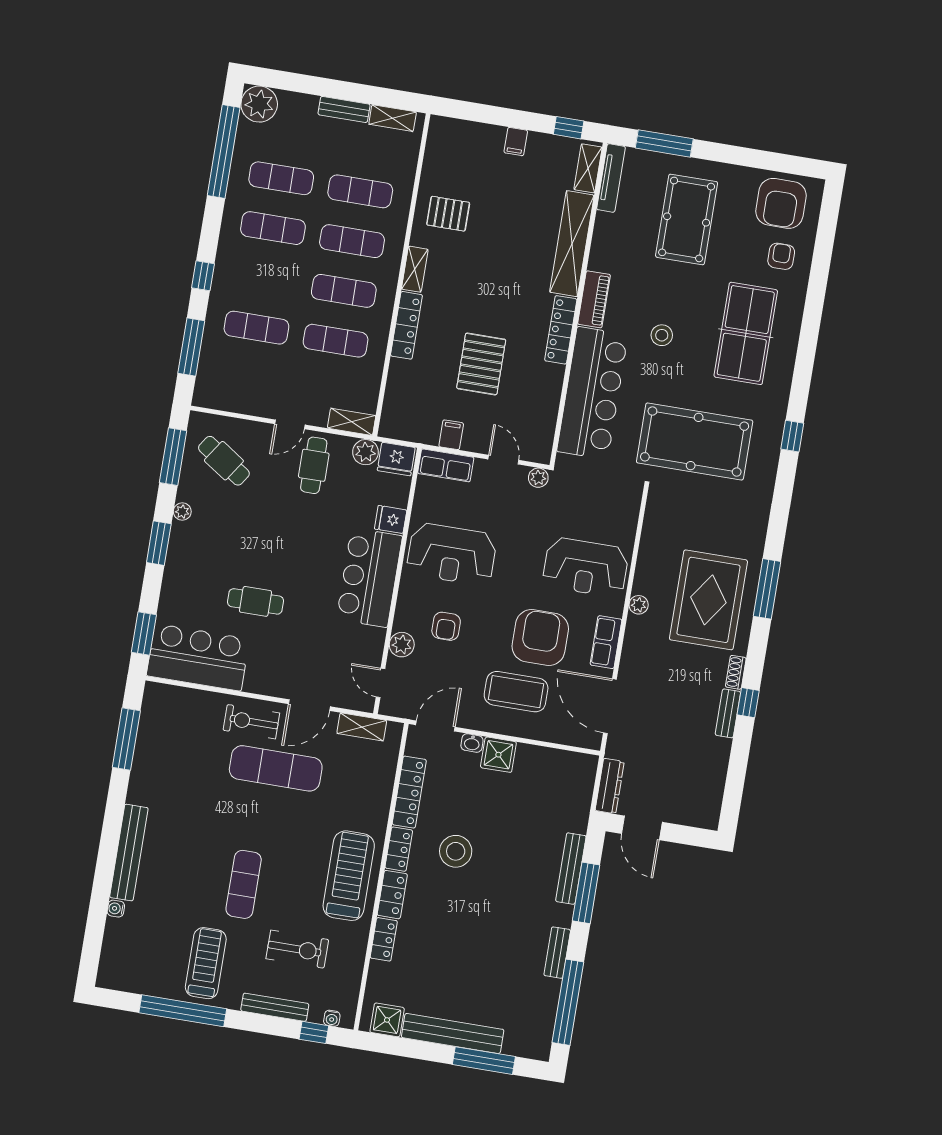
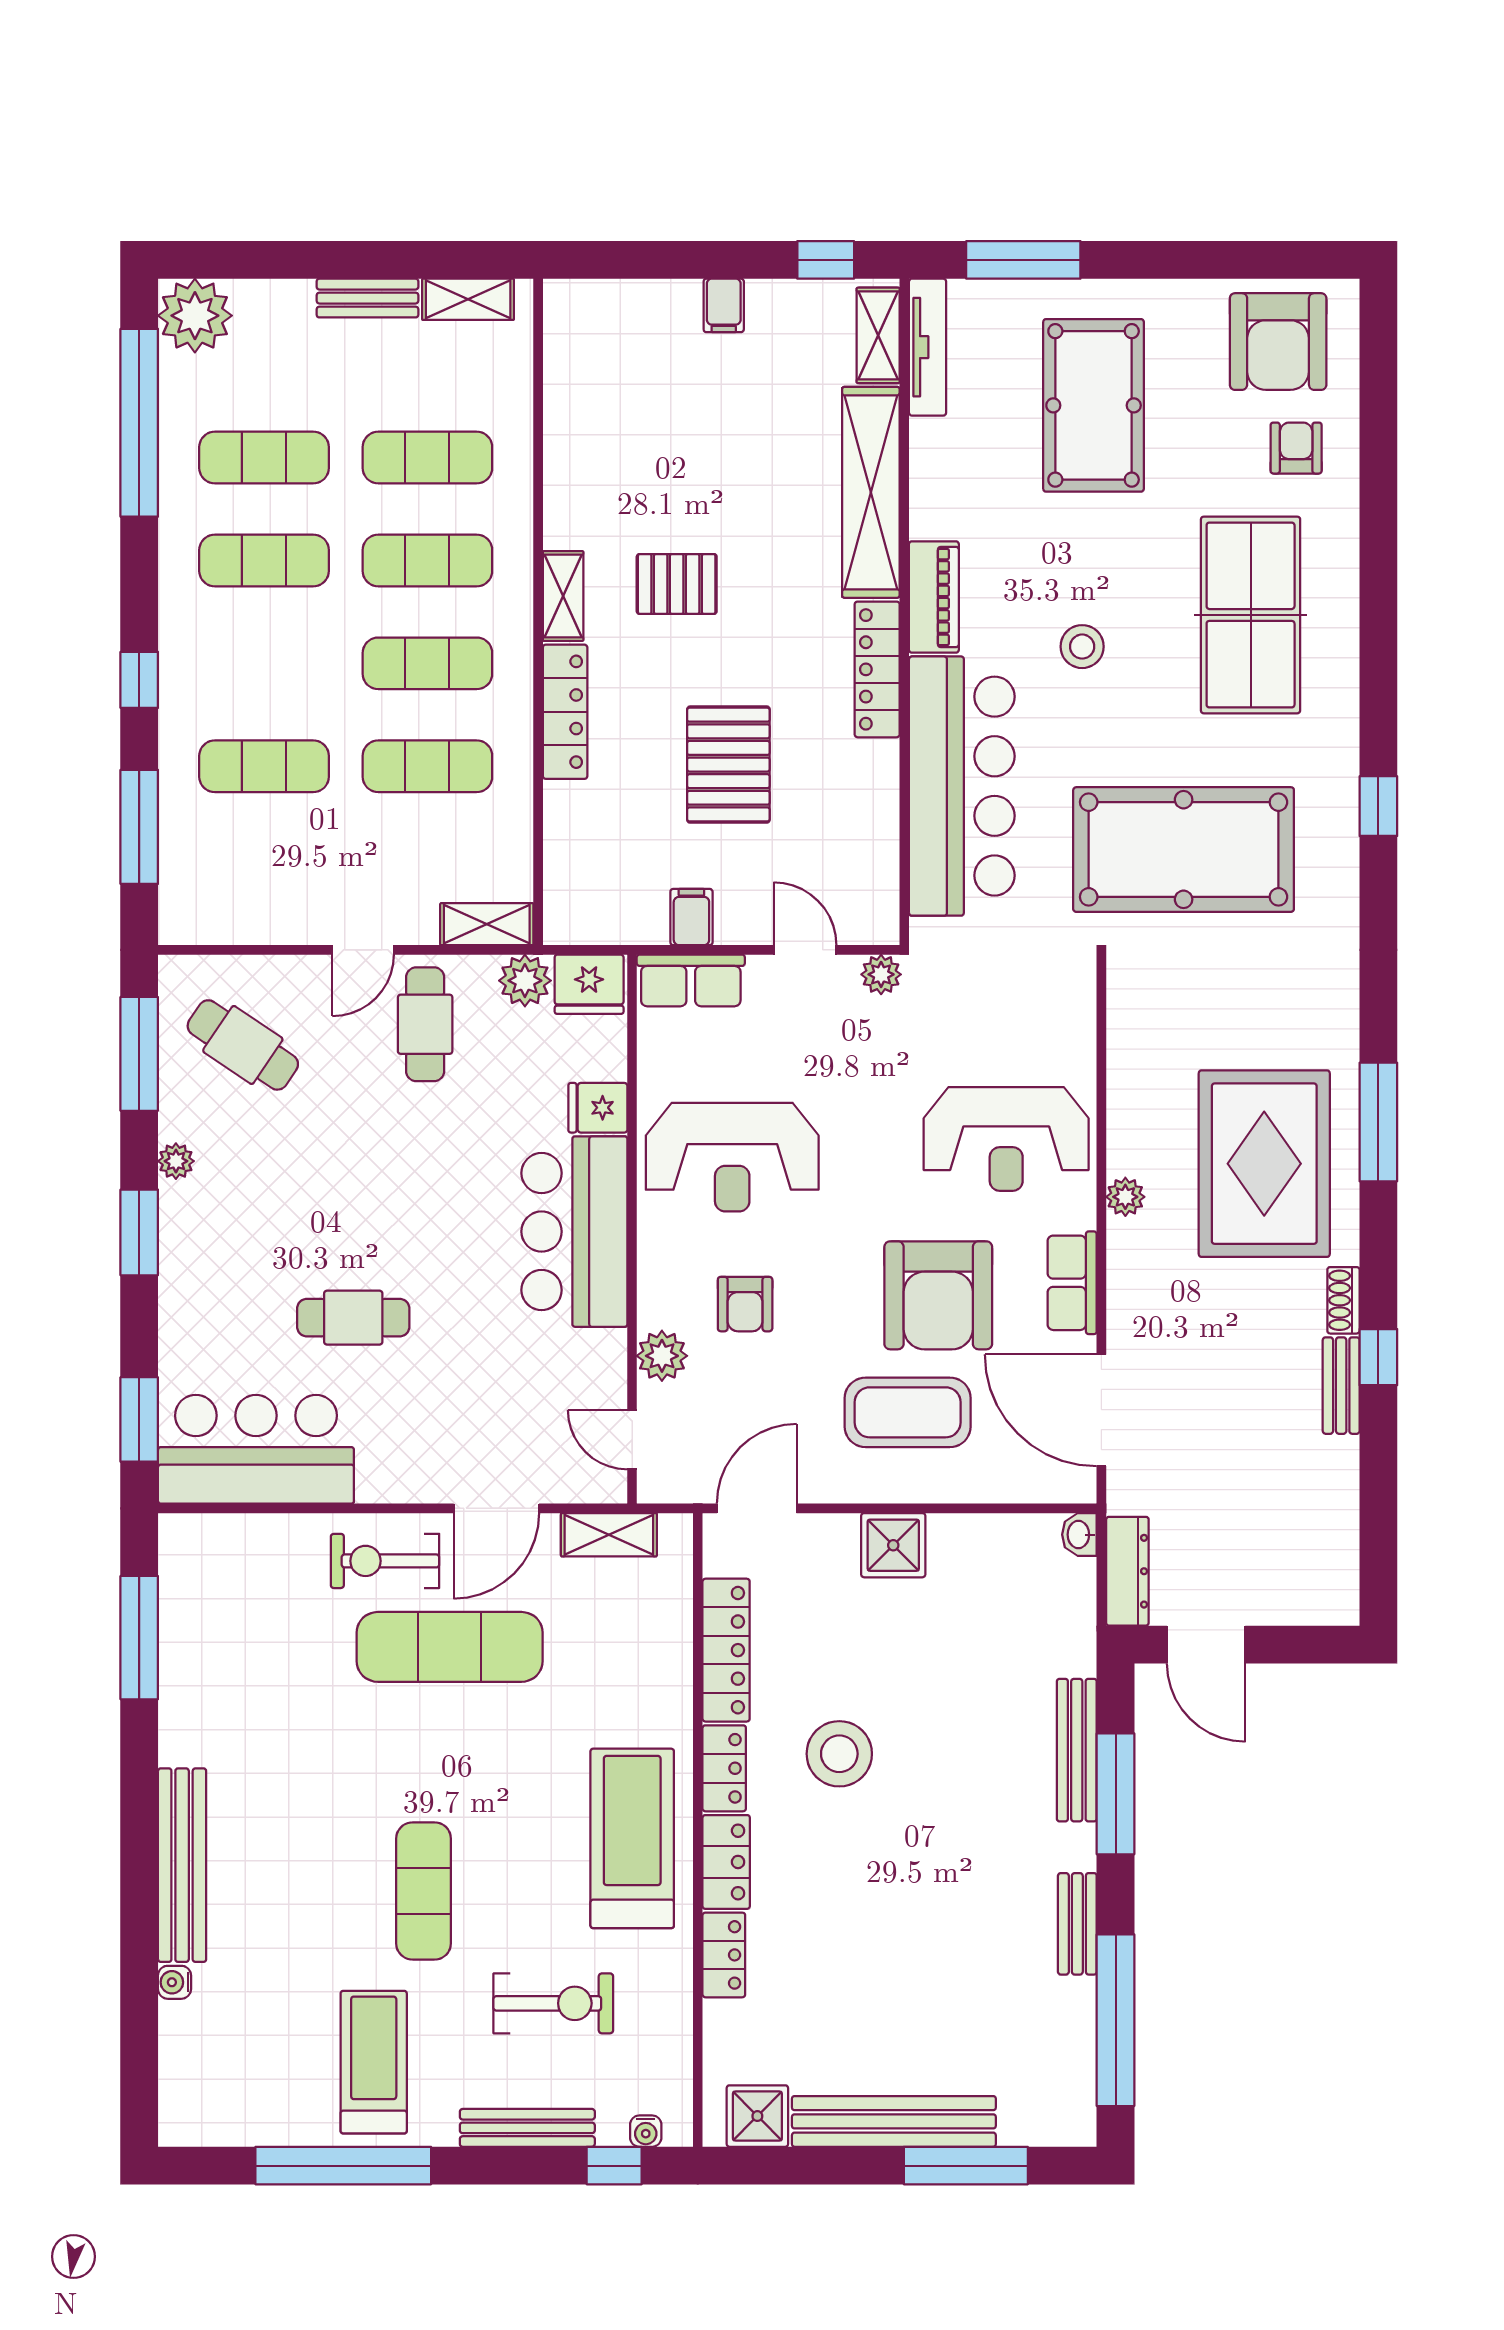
pallet: (448, 214) -> (677, 584), moved
armchair: (540, 637) -> (938, 1295), turned 180
washbasin: (472, 743) -> (1079, 1535), moved, turned 90

